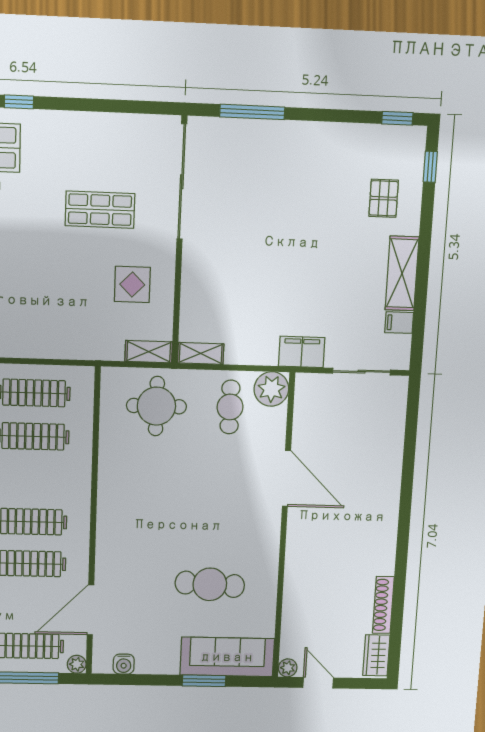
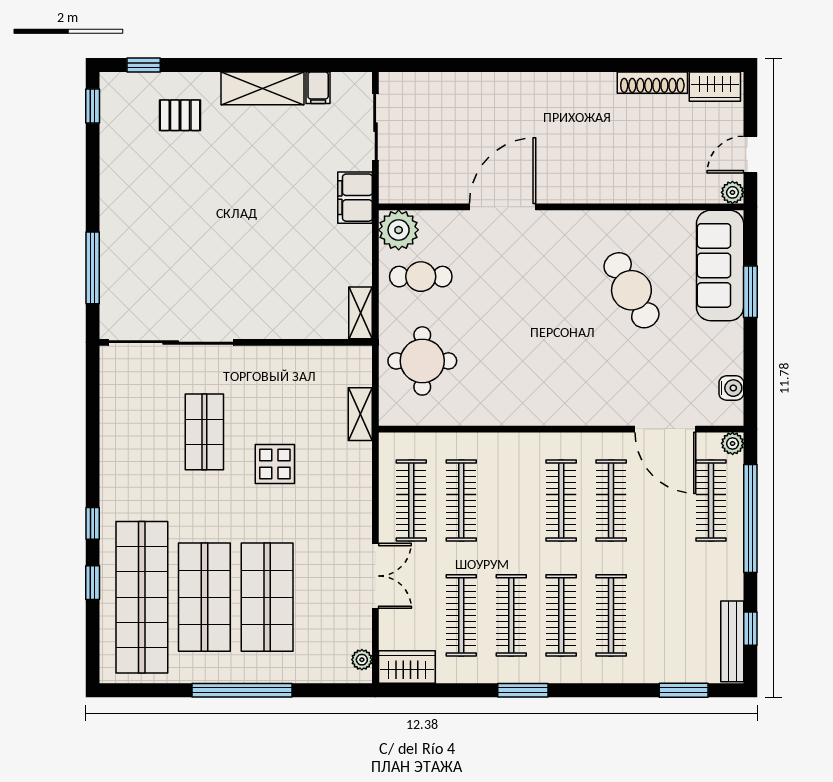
display table: (132, 284) -> (275, 464), moved
shelving: (149, 352) -> (360, 414), moved
cafe table: (210, 584) -> (631, 290), turned -32

